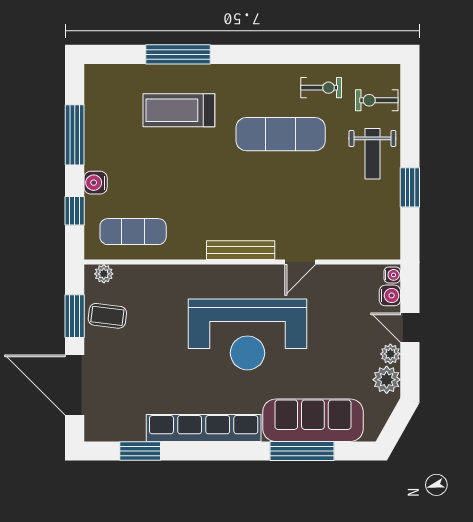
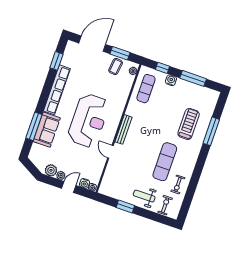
reception desk: (247, 334) -> (89, 120), turned 180
sofa: (313, 420) -> (47, 130), width x0.73

